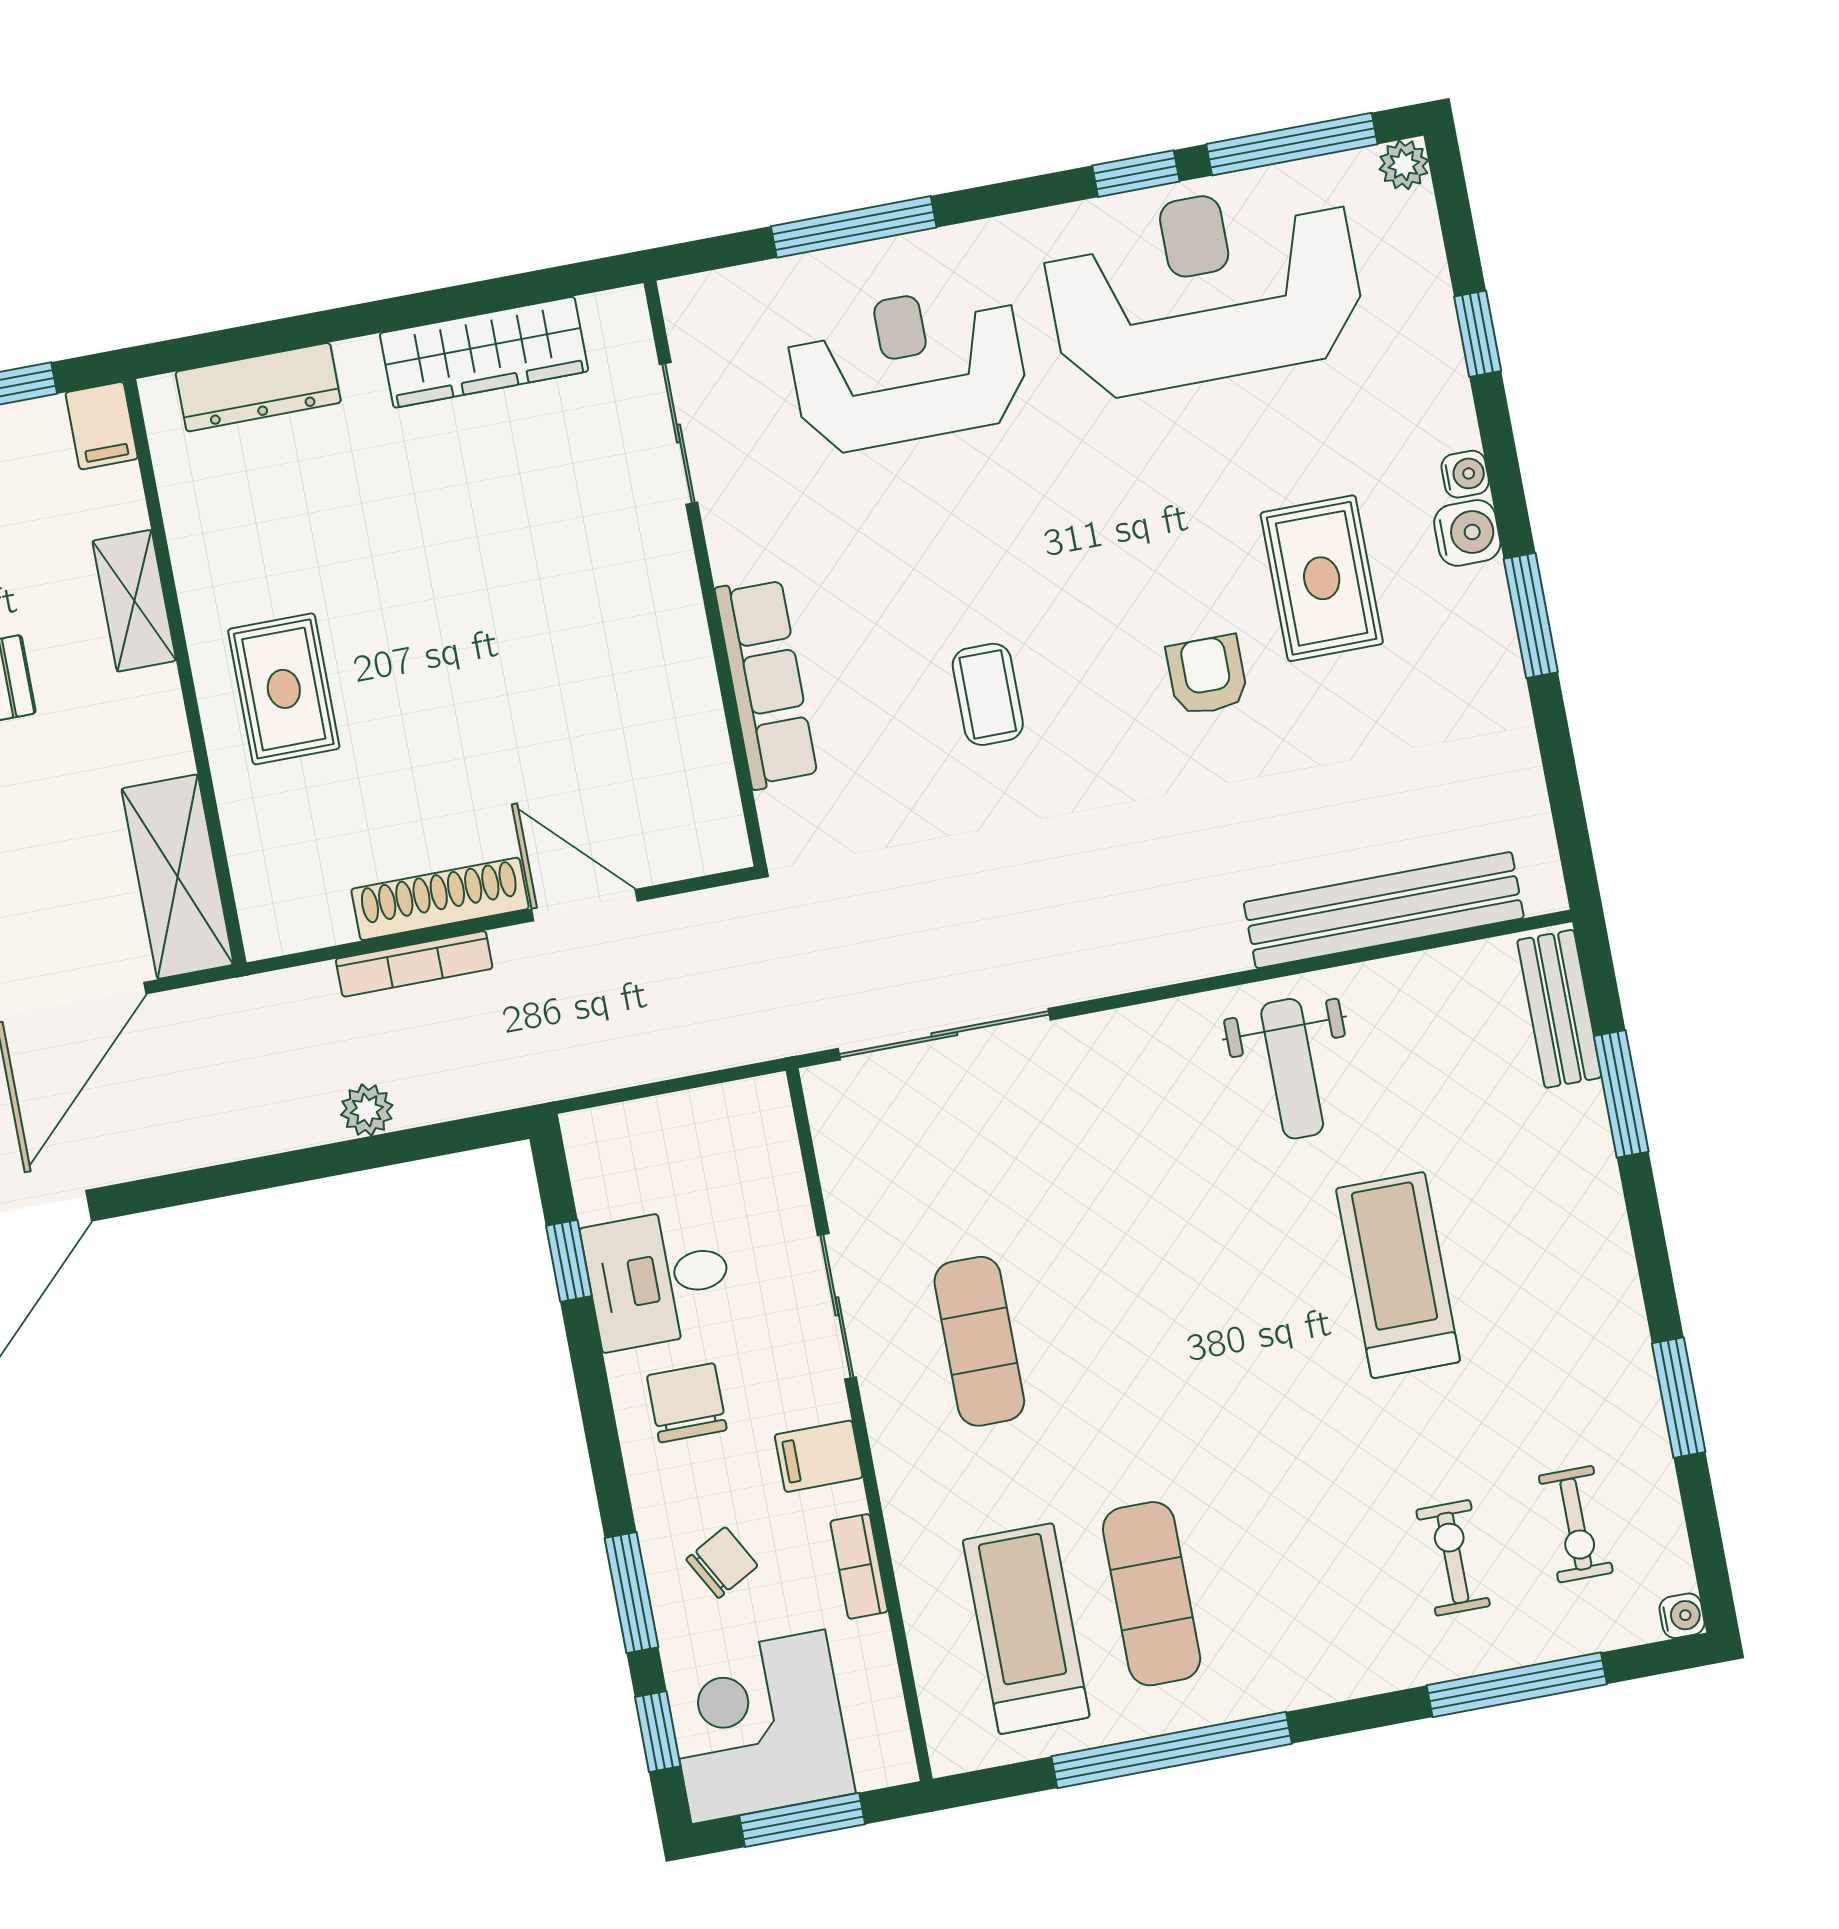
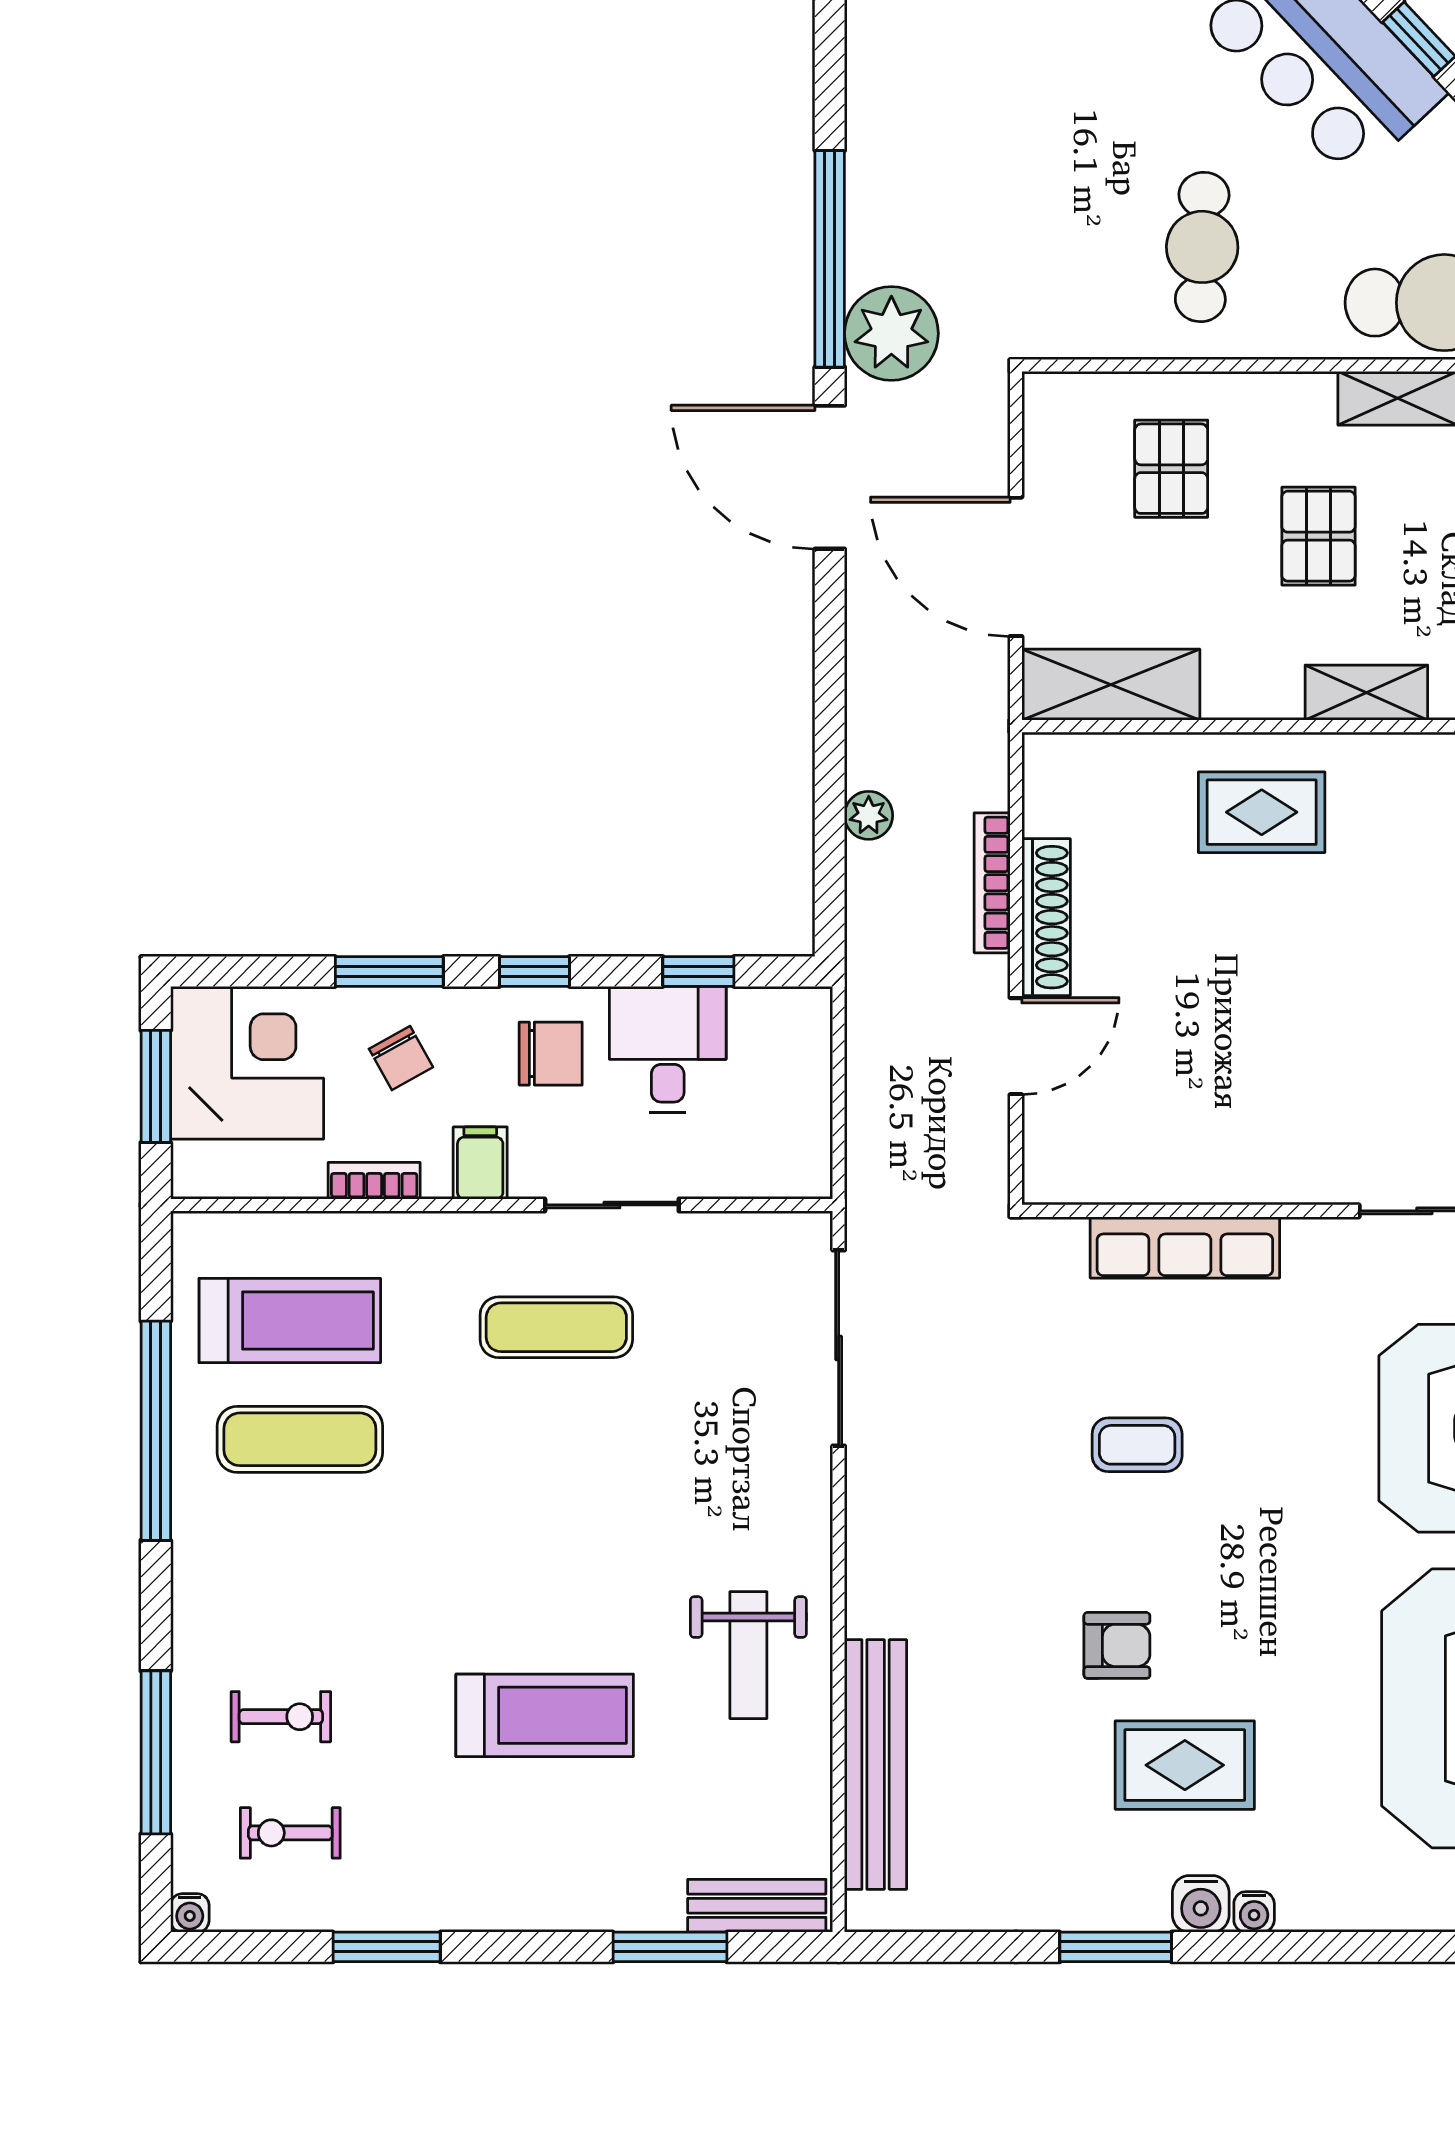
window: (1478, 334) -> (1378, 1947), removed
weight bench: (1292, 1069) -> (748, 1655), turned -90
window: (658, 1732) -> (534, 971), moved

